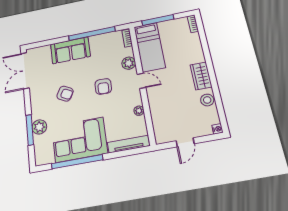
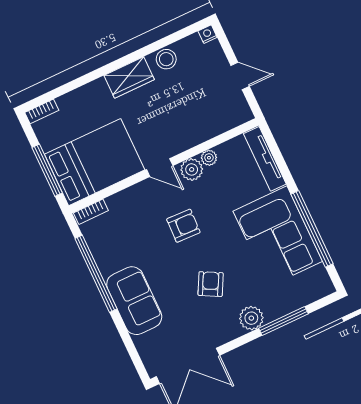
bed: (149, 47) -> (95, 162), width x1.50
plant: (129, 63) -> (192, 169), moved
door: (141, 81) -> (160, 168), swing flipped
plant: (39, 127) -> (251, 318), moved

